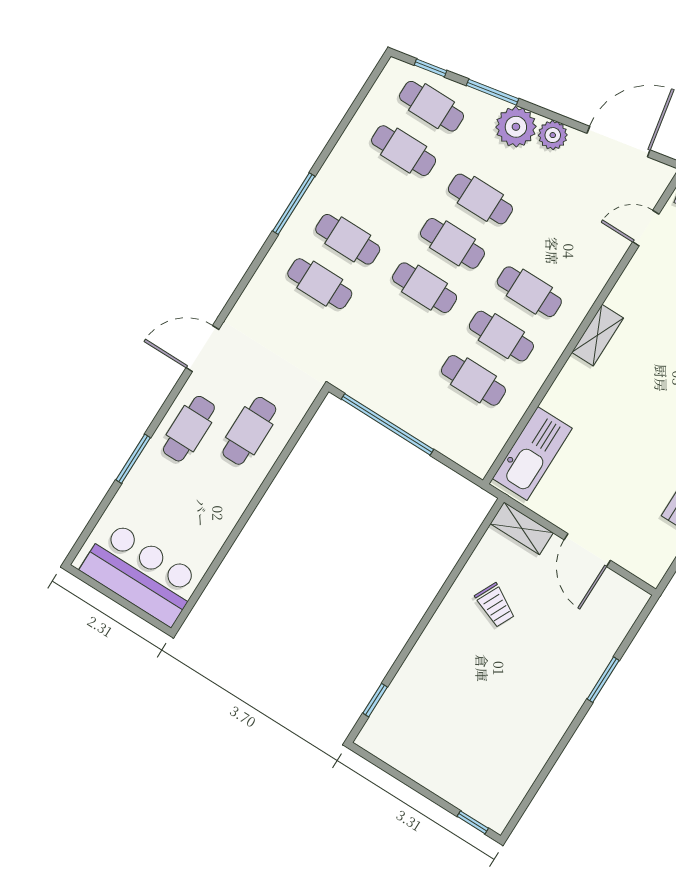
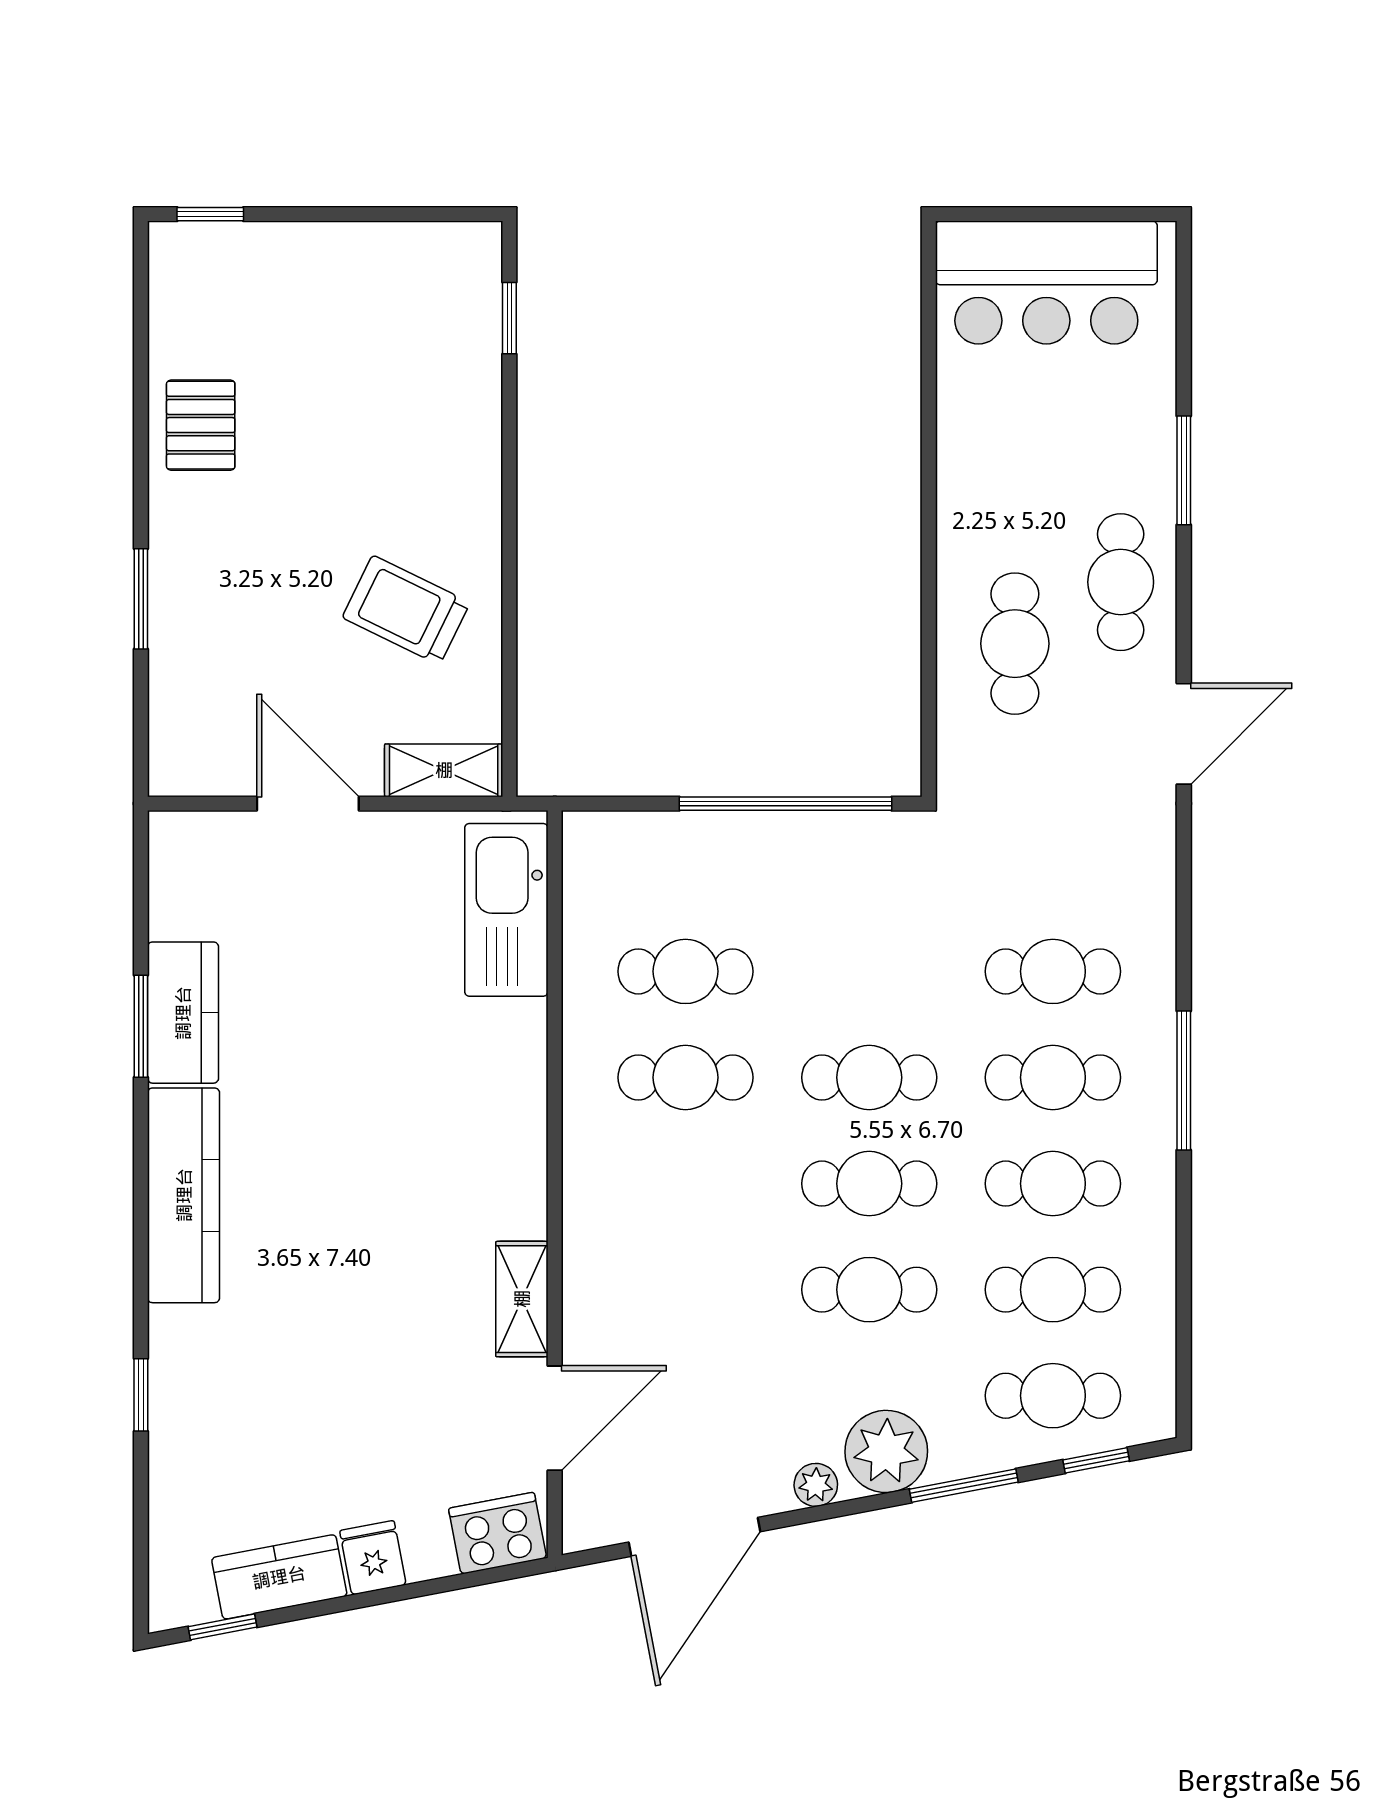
plant: (553, 135) -> (816, 1485), width x0.73, depth x0.73
door: (646, 228) -> (555, 1418), width x1.38
cafe table: (529, 292) -> (1053, 1184), moved
shelving: (598, 335) -> (522, 1299), moved
trolley: (495, 605) -> (406, 610), width x1.36, depth x1.39
pallet: (532, 737) -> (201, 425), added

